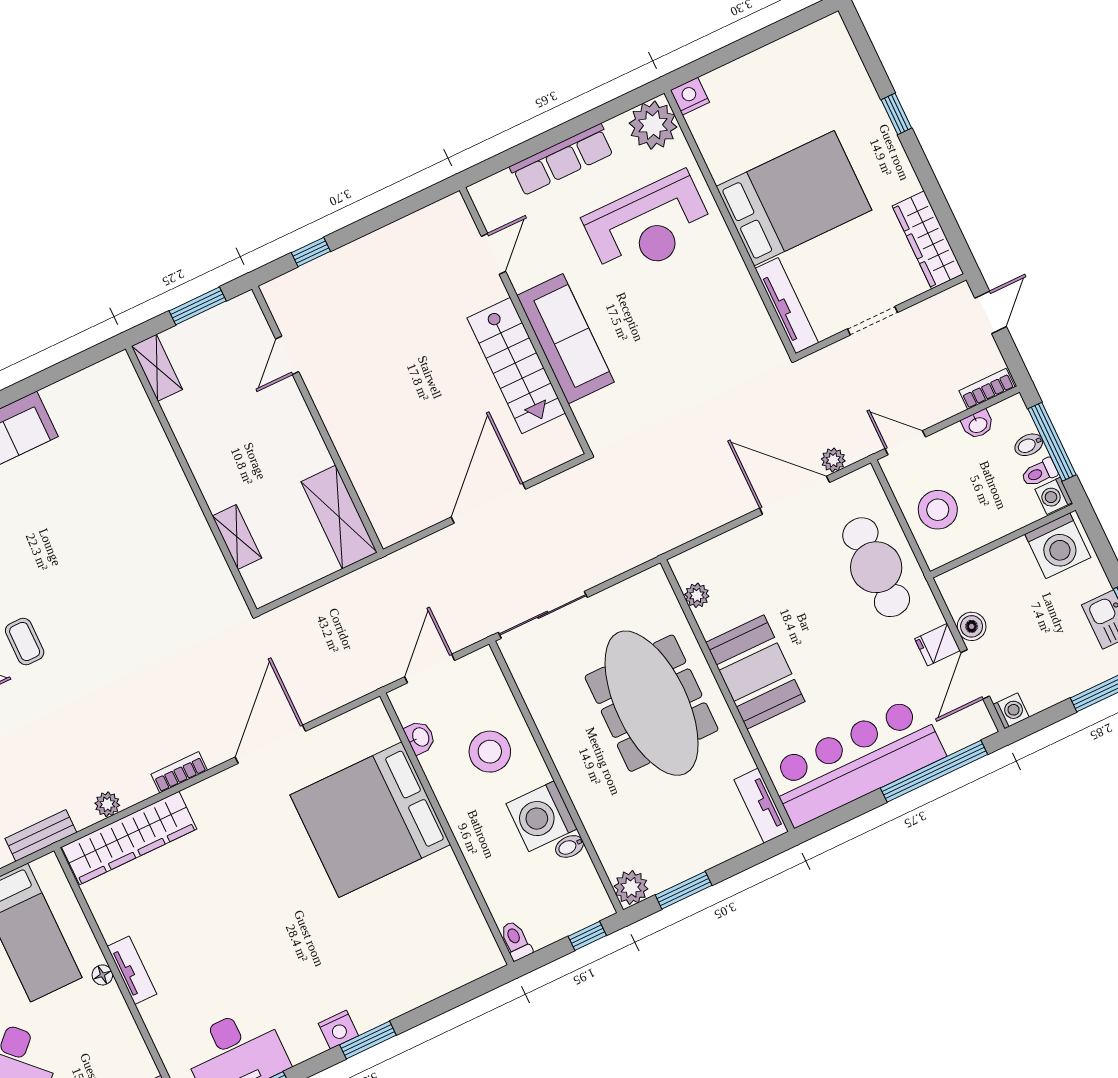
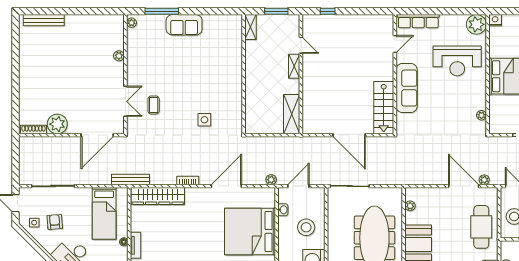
row of seats: (562, 160) -> (418, 21), moved
tv unit: (787, 306) -> (494, 115), removed
plant: (759, 320) -> (481, 115), added
door: (287, 355) -> (301, 45), swing flipped
stairs: (516, 365) -> (384, 108), moved
door: (488, 503) -> (349, 135), swing flipped
shelving: (237, 537) -> (294, 66), moved
side table: (152, 621) -> (204, 120), added
plant: (107, 804) -> (271, 180), moved
bench: (41, 835) -> (131, 180), width x1.36

